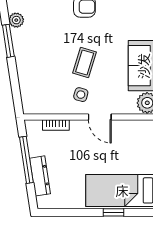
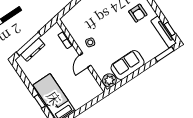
coffee table: (85, 62) -> (108, 33), removed
window: (26, 160) -> (29, 44), moved

